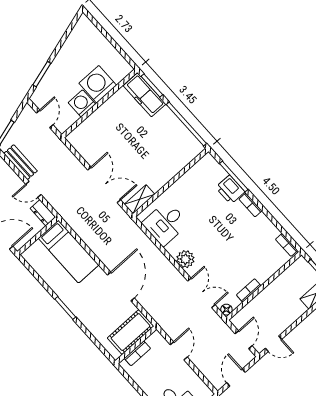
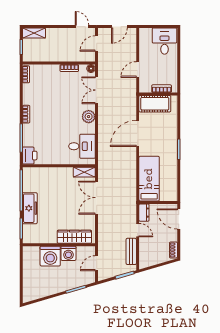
freezer: (145, 95) -> (30, 208), moved
wardrobe: (91, 126) -> (74, 237), added
printer: (230, 190) -> (30, 156), moved

